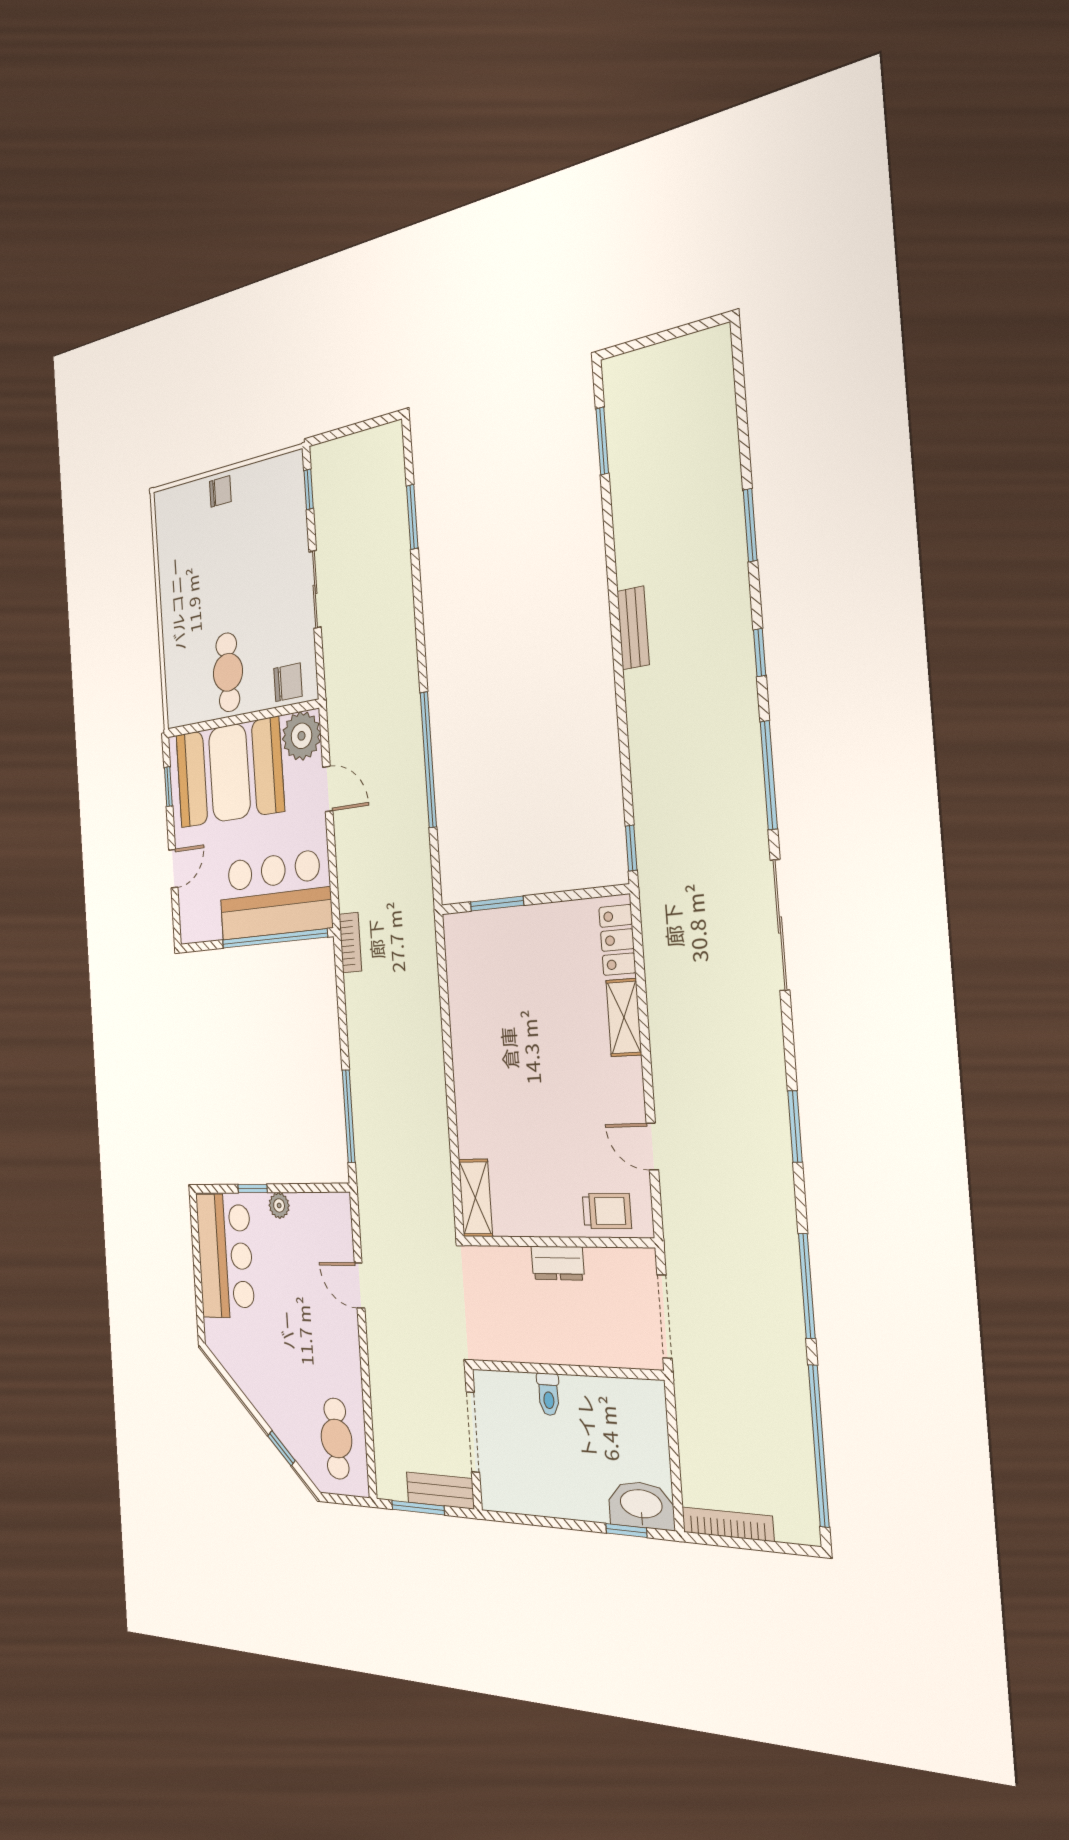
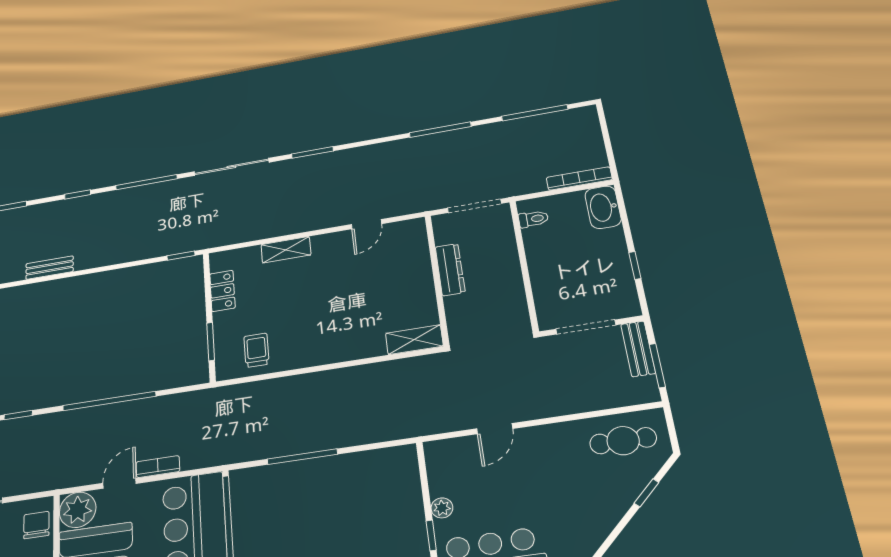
window: (419, 626) -> (18, 415), added
locker: (617, 940) -> (222, 291), moved, turned -90
bookcase: (350, 943) -> (158, 467), moved
window: (349, 1116) -> (302, 457), moved
window: (795, 1127) -> (312, 152), moved
trolley: (607, 1211) -> (256, 350), moved
dresser: (558, 1263) -> (450, 270), width x1.44
toilet: (548, 1394) -> (533, 219), moved
window: (819, 1446) -> (535, 113), width x0.68
bookcase: (728, 1524) -> (579, 179), moved, turned 90
window: (626, 1531) -> (635, 265), moved

